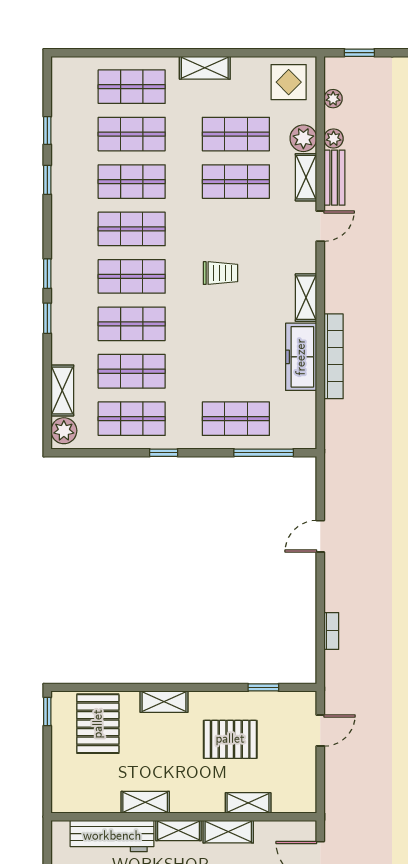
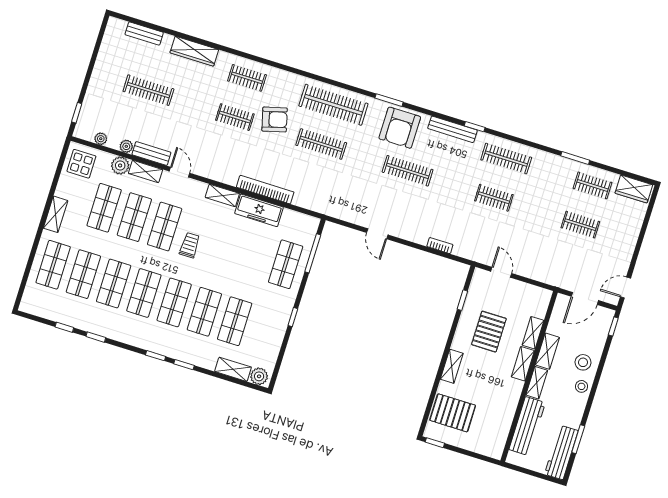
shop shelf: (132, 419) -> (165, 227), moved
shelving: (145, 802) -> (523, 364), moved

